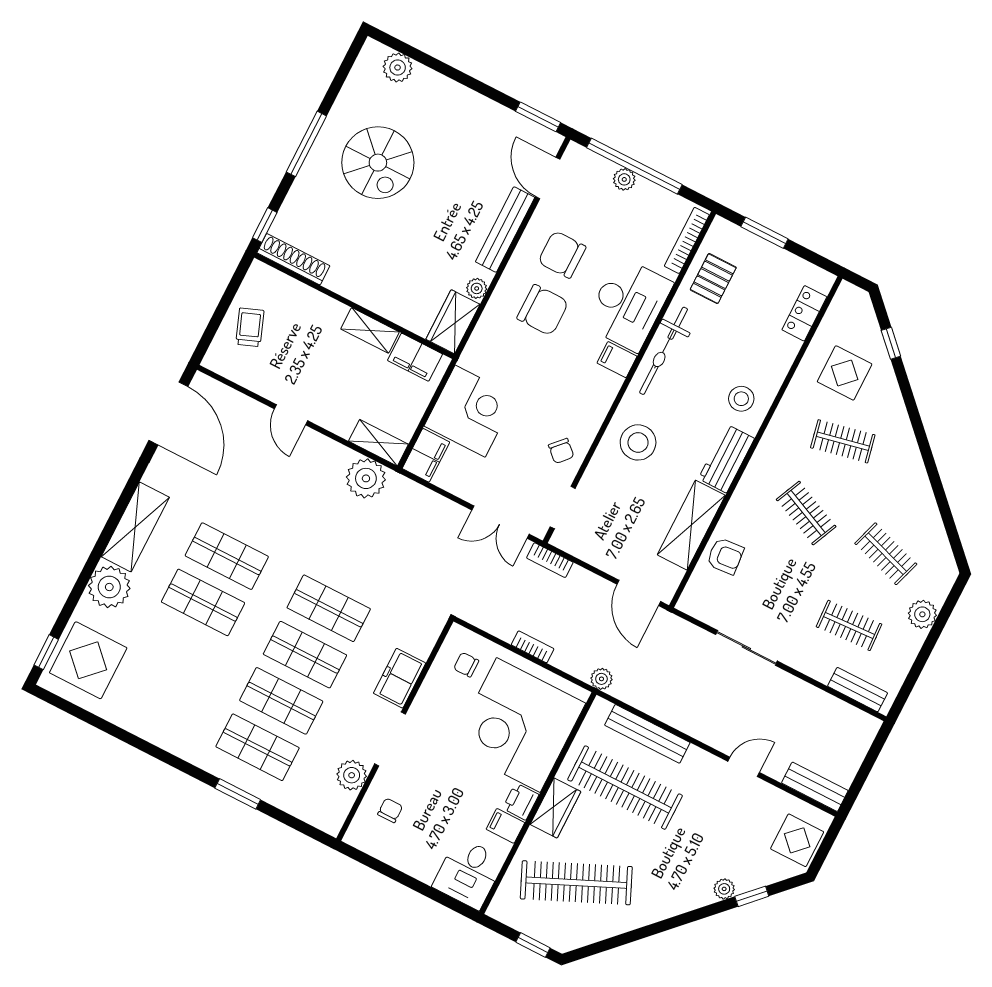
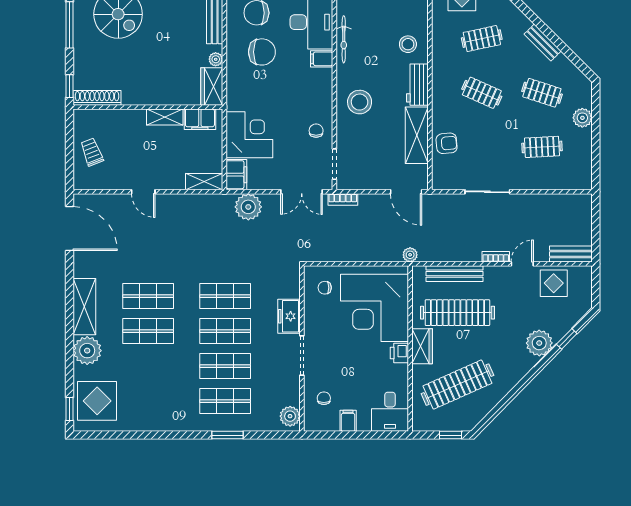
bicycle: (664, 351) -> (344, 39), width x0.73, depth x0.71
chair: (561, 451) -> (316, 131), turned -133
plant: (366, 478) -> (248, 207), moved
bookcase: (533, 647) -> (496, 257), moved
bench: (858, 690) -> (543, 43), moved, turned 45
plant: (352, 775) -> (290, 416), moved
filing cabinet: (505, 826) -> (348, 421), moved, turned 90
display table: (797, 840) -> (554, 283), moved
plant: (724, 889) -> (539, 343), width x1.87, depth x1.87

